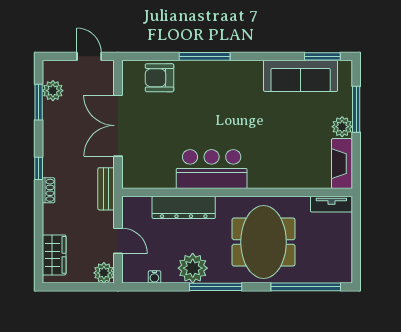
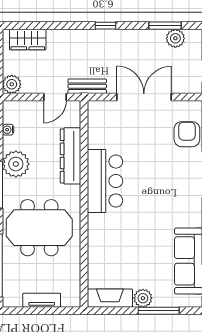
shoe rack: (49, 190) -> (86, 34), removed
tv unit: (331, 204) -> (42, 300), moved, turned 90
door: (118, 241) -> (55, 97), moved

